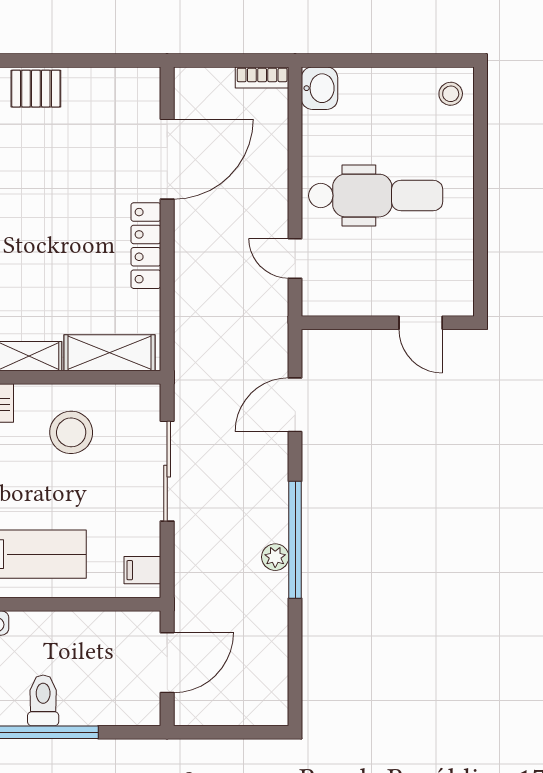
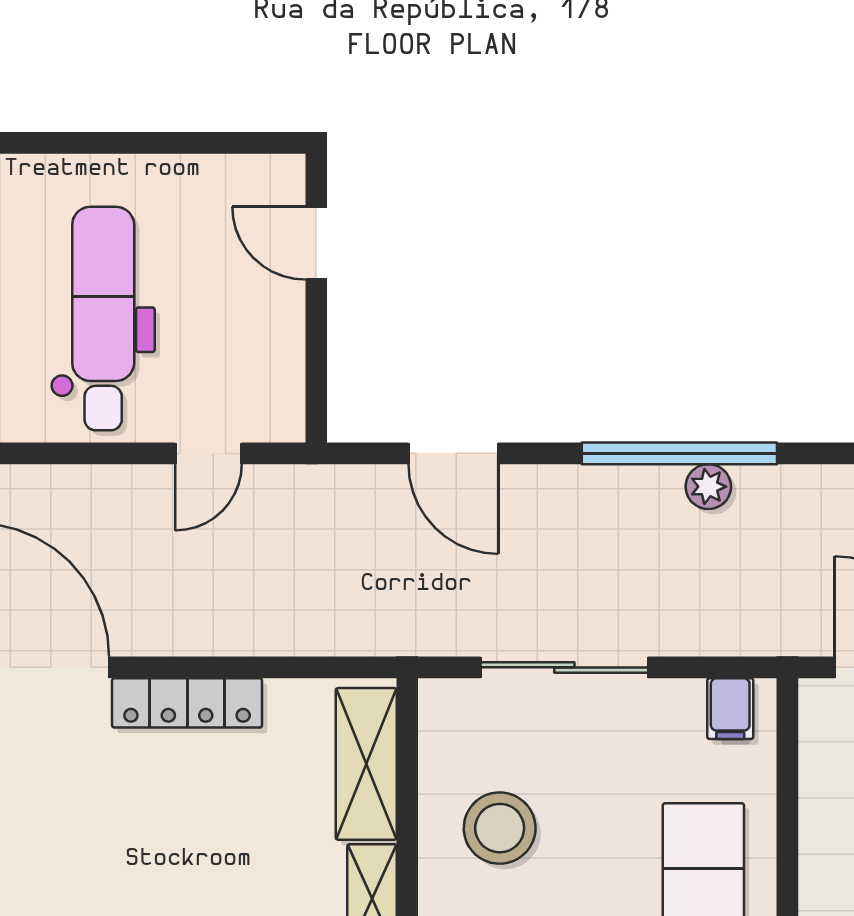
door: (421, 323) -> (316, 243), swing flipped

